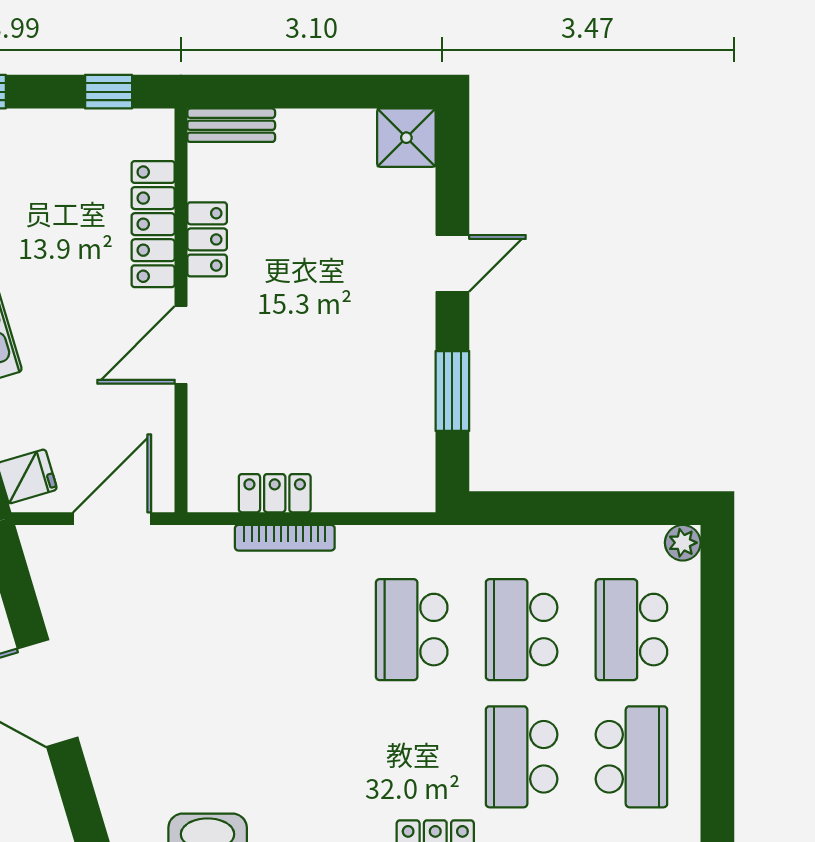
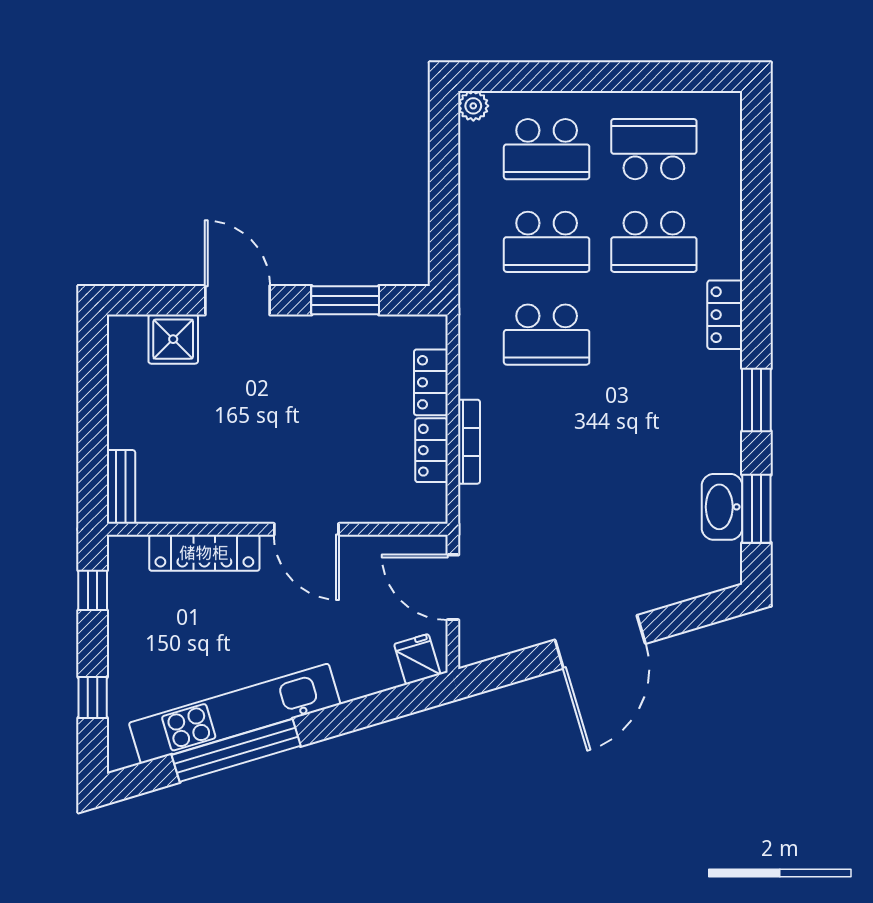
shower: (406, 138) -> (173, 339), moved
locker: (207, 239) -> (431, 382), moved, turned -90
door: (452, 263) -> (238, 300), width x1.38

